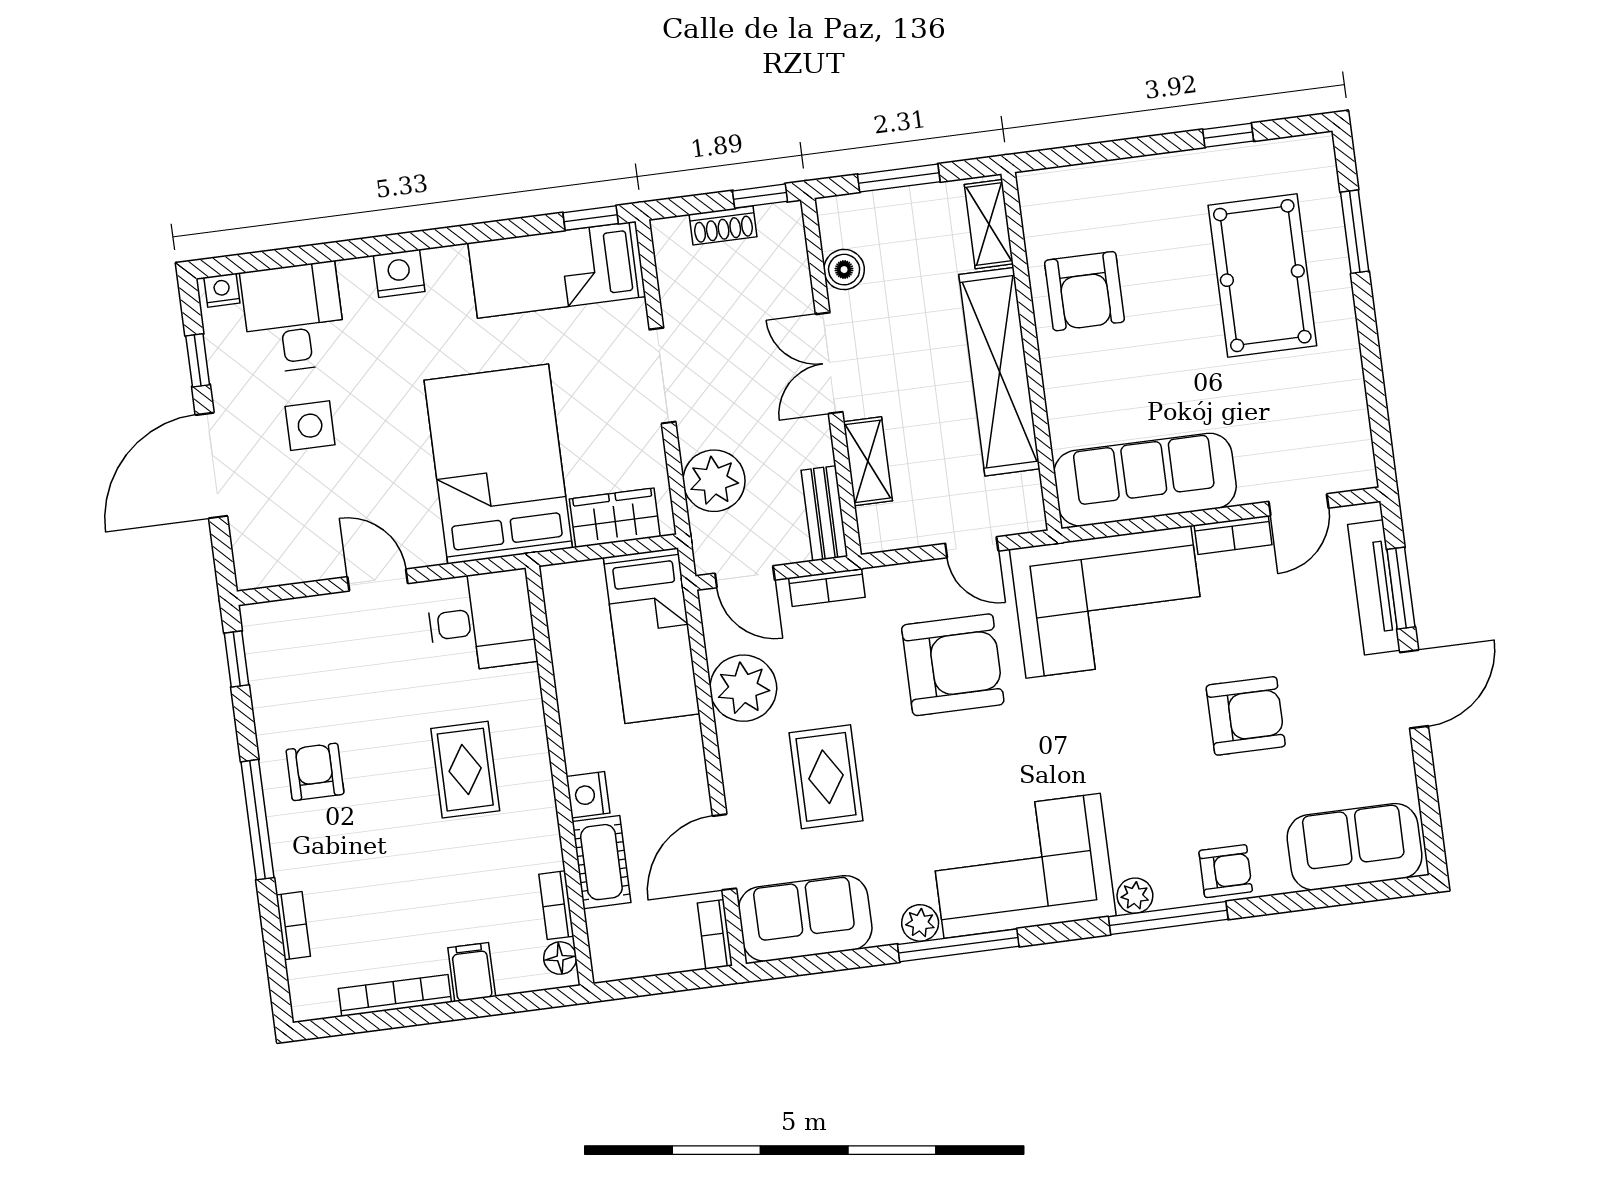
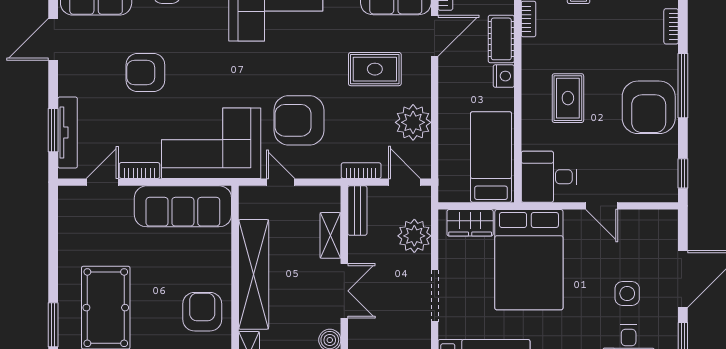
bed: (652, 636) -> (491, 157), moved
door: (1414, 689) -> (53, 39), moved
armchair: (315, 772) -> (649, 107), width x1.88, depth x1.88
rug: (826, 777) -> (375, 69), turned 90

